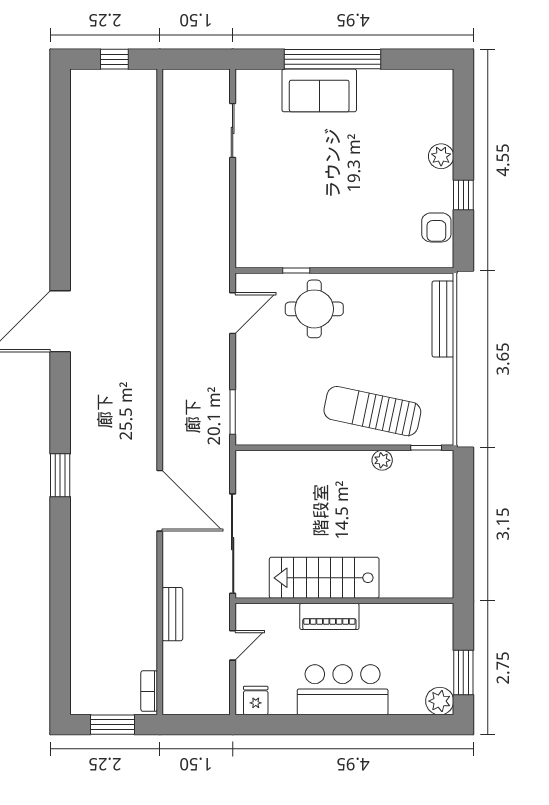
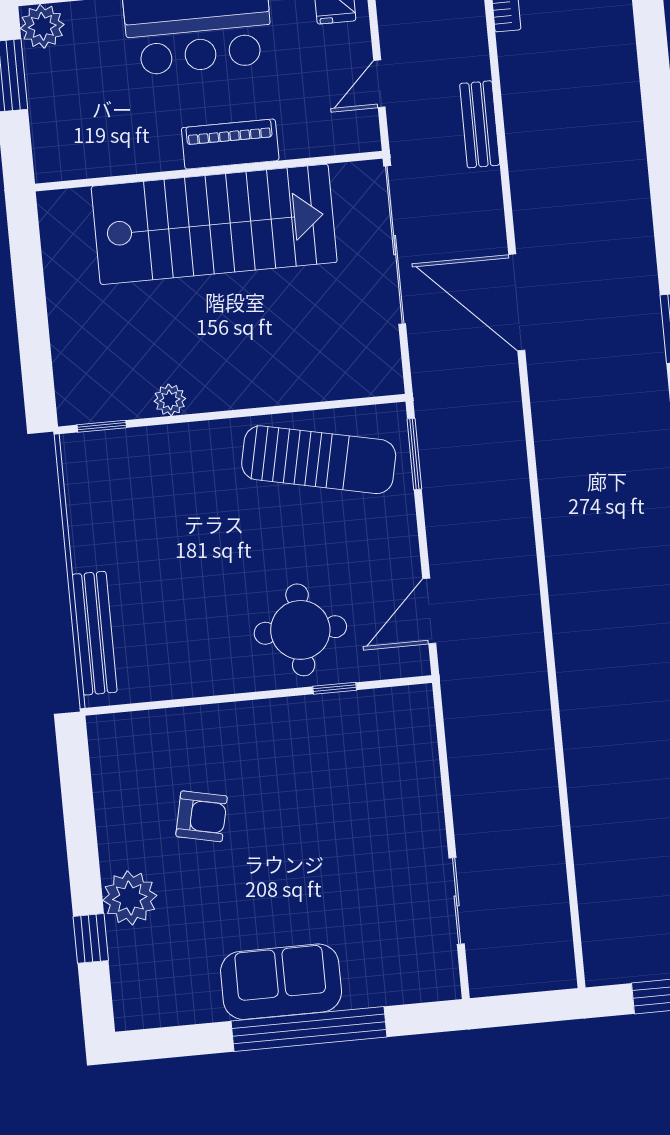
sofa: (319, 90) -> (281, 982), moved
plant: (441, 156) -> (130, 898), width x1.36, depth x1.36
window: (463, 195) -> (91, 938), moved
armchair: (436, 227) -> (201, 816), moved, turned 102
sun lounger: (372, 411) -> (319, 460), moved
stairs: (324, 578) -> (214, 224), width x1.36, depth x1.51

